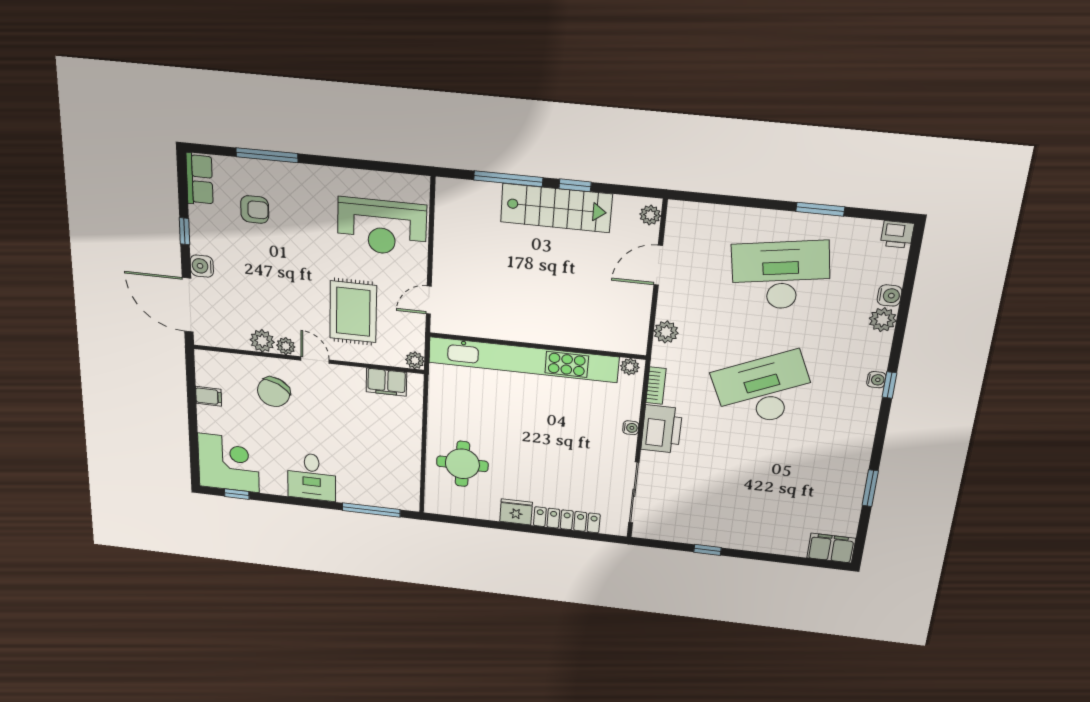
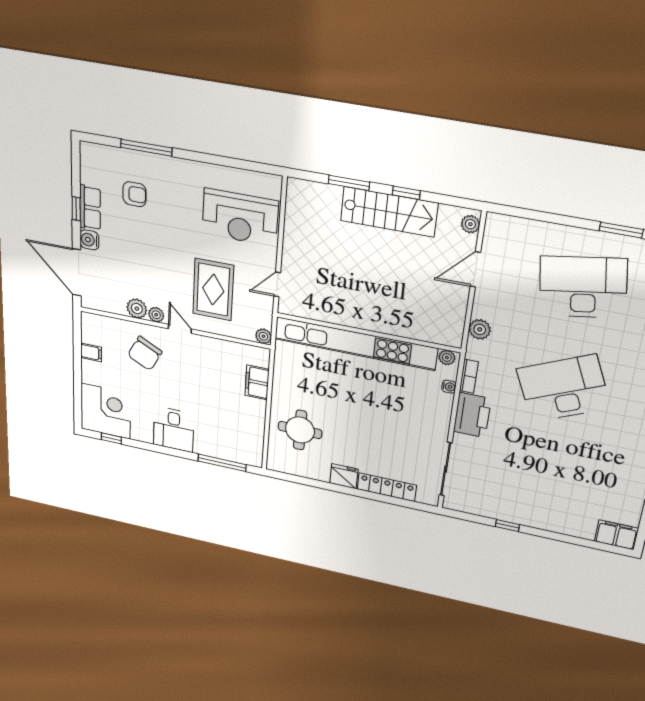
row of seats: (200, 179) -> (90, 208), moved
window: (508, 179) -> (349, 183), width x0.69
filing cabinet: (386, 382) -> (257, 382), moved, turned 90
water cooler: (631, 428) -> (449, 387), moved

